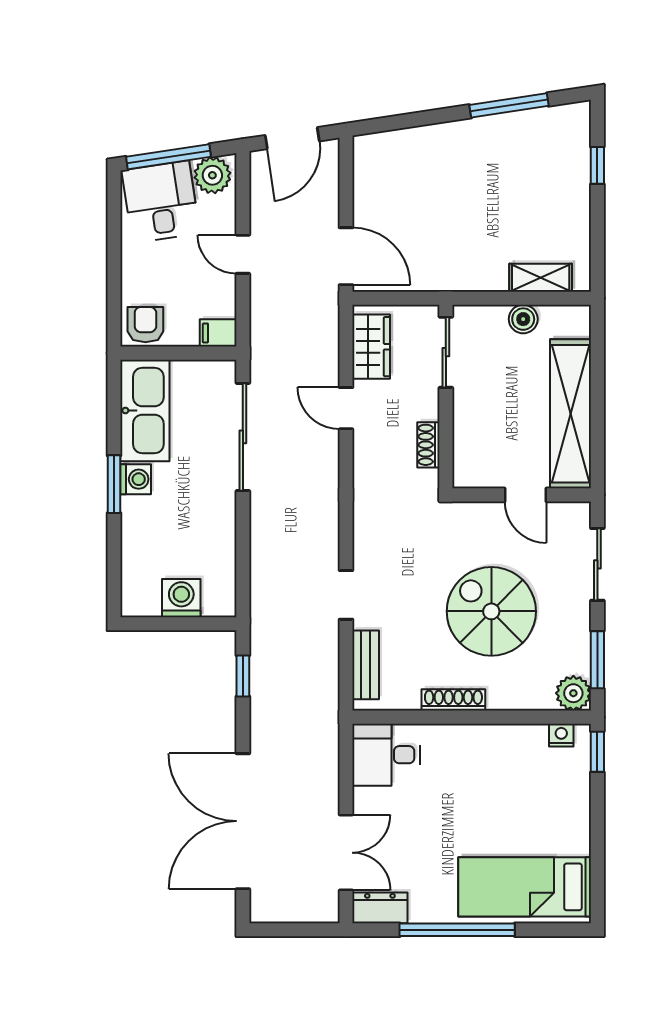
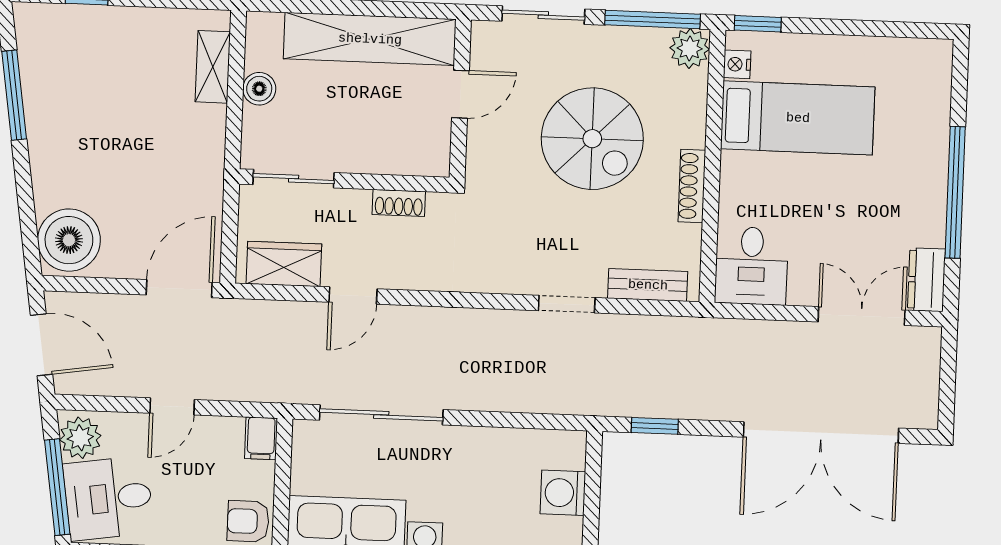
boiler: (384, 158) -> (69, 240), added
spiral stairs: (491, 611) -> (592, 139), turned -90
window: (597, 660) -> (653, 20), width x1.44
bed: (525, 887) -> (798, 118), moved, turned -90

